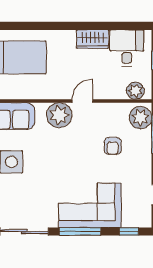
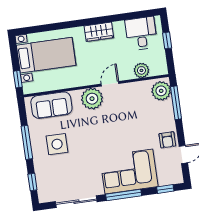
wardrobe: (93, 39) -> (99, 32), moved
plant: (135, 91) -> (141, 70), moved
armchair: (113, 146) -> (167, 140), moved

